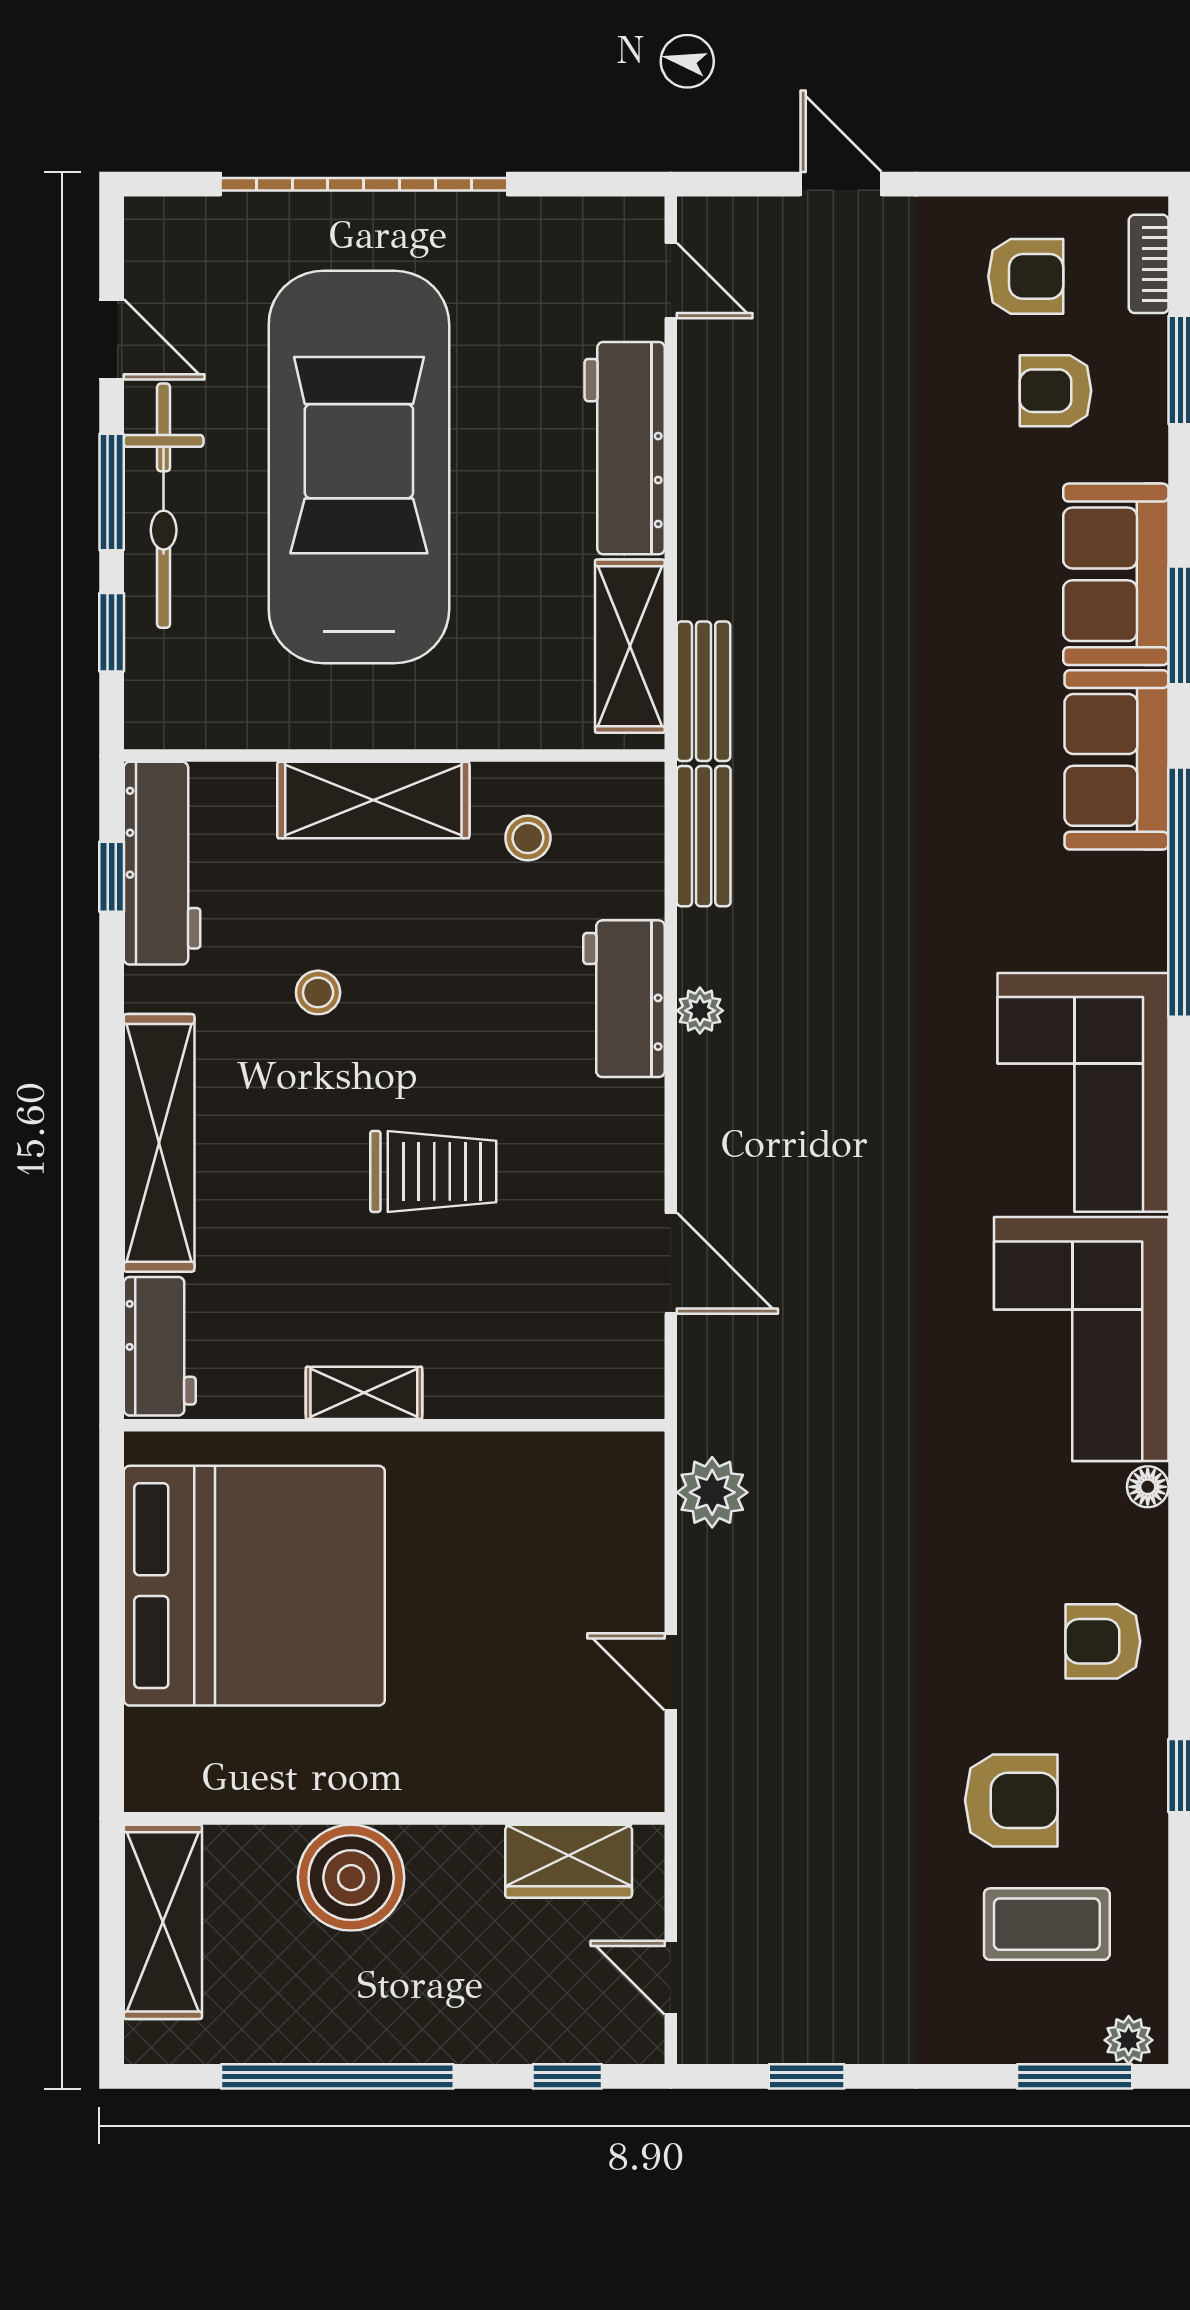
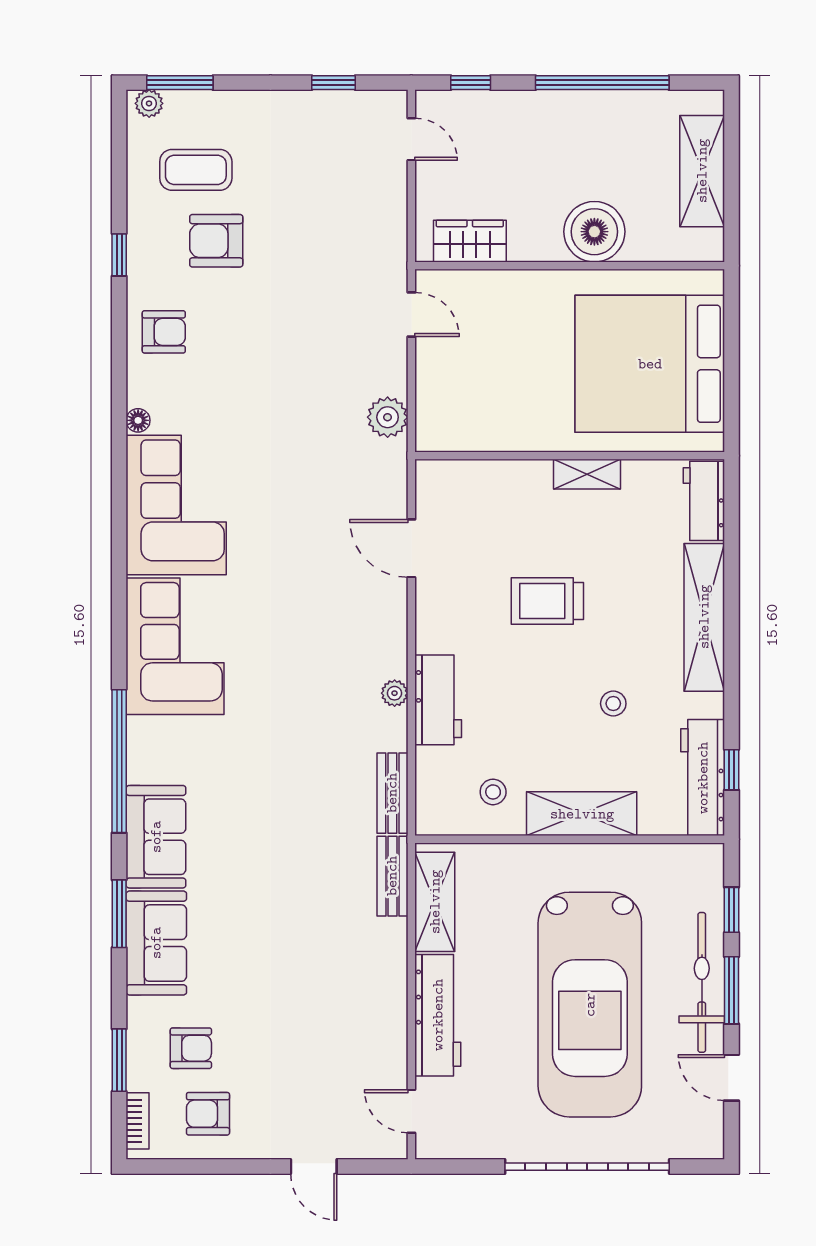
wall: (394, 1818) -> (570, 266), moved
wardrobe: (569, 1861) -> (470, 241), moved
boiler: (351, 1878) -> (594, 232), moved

